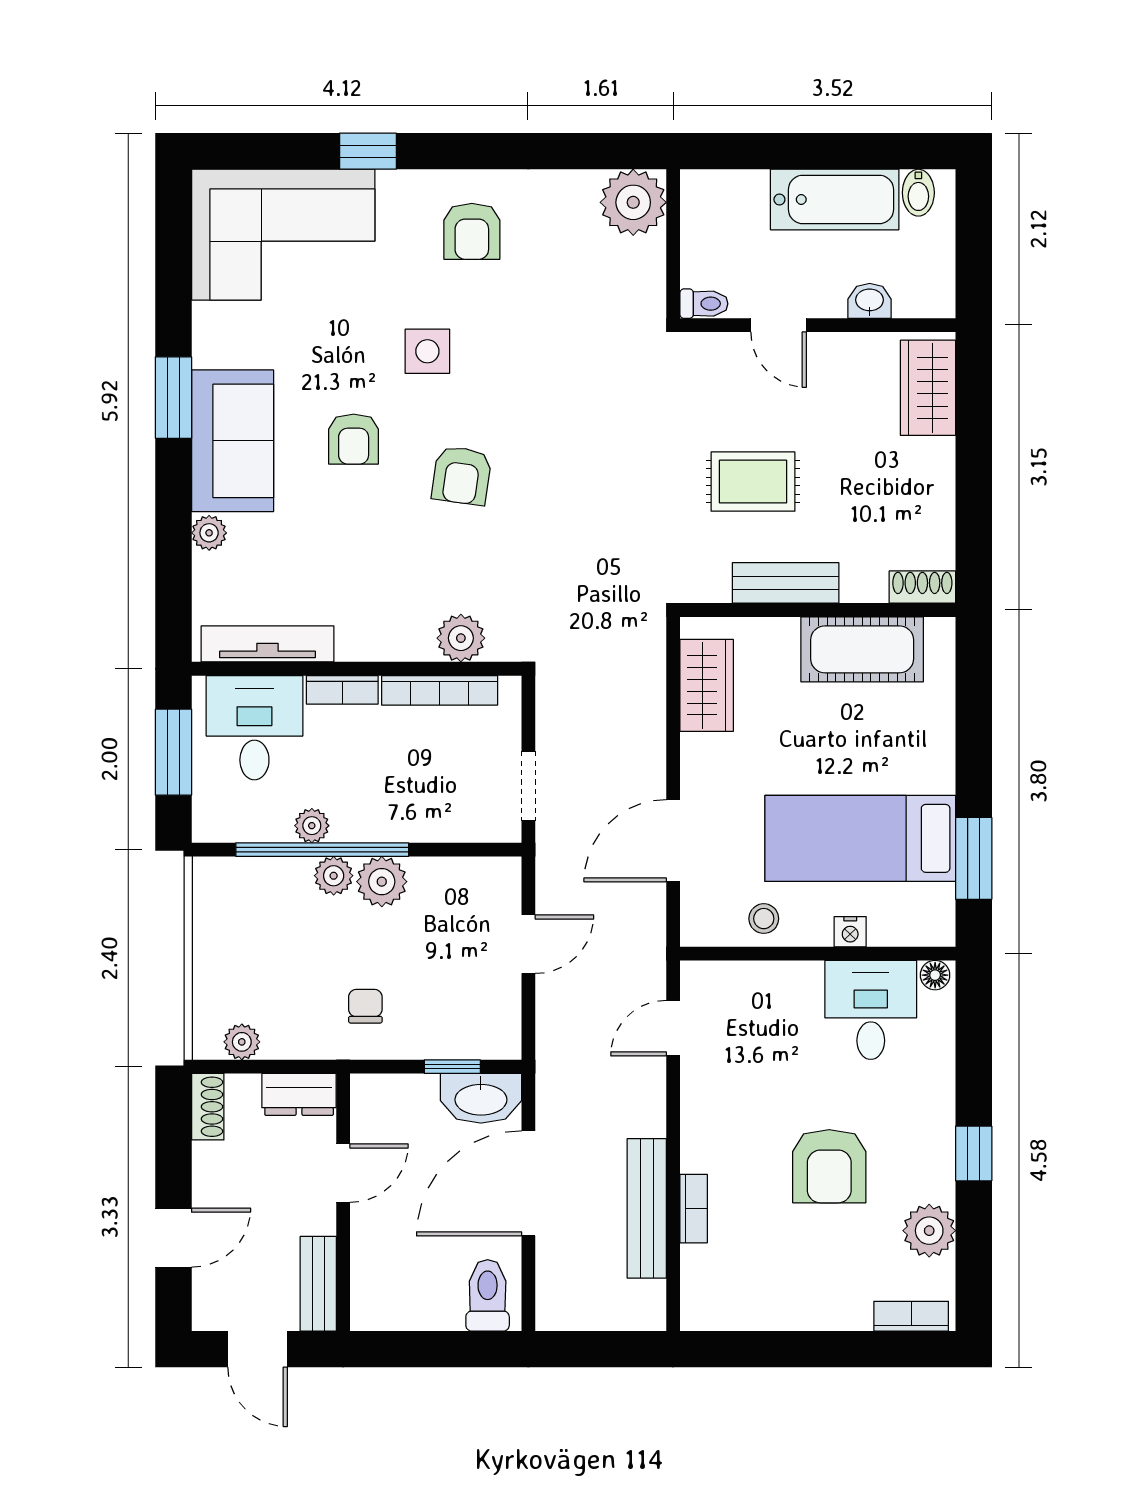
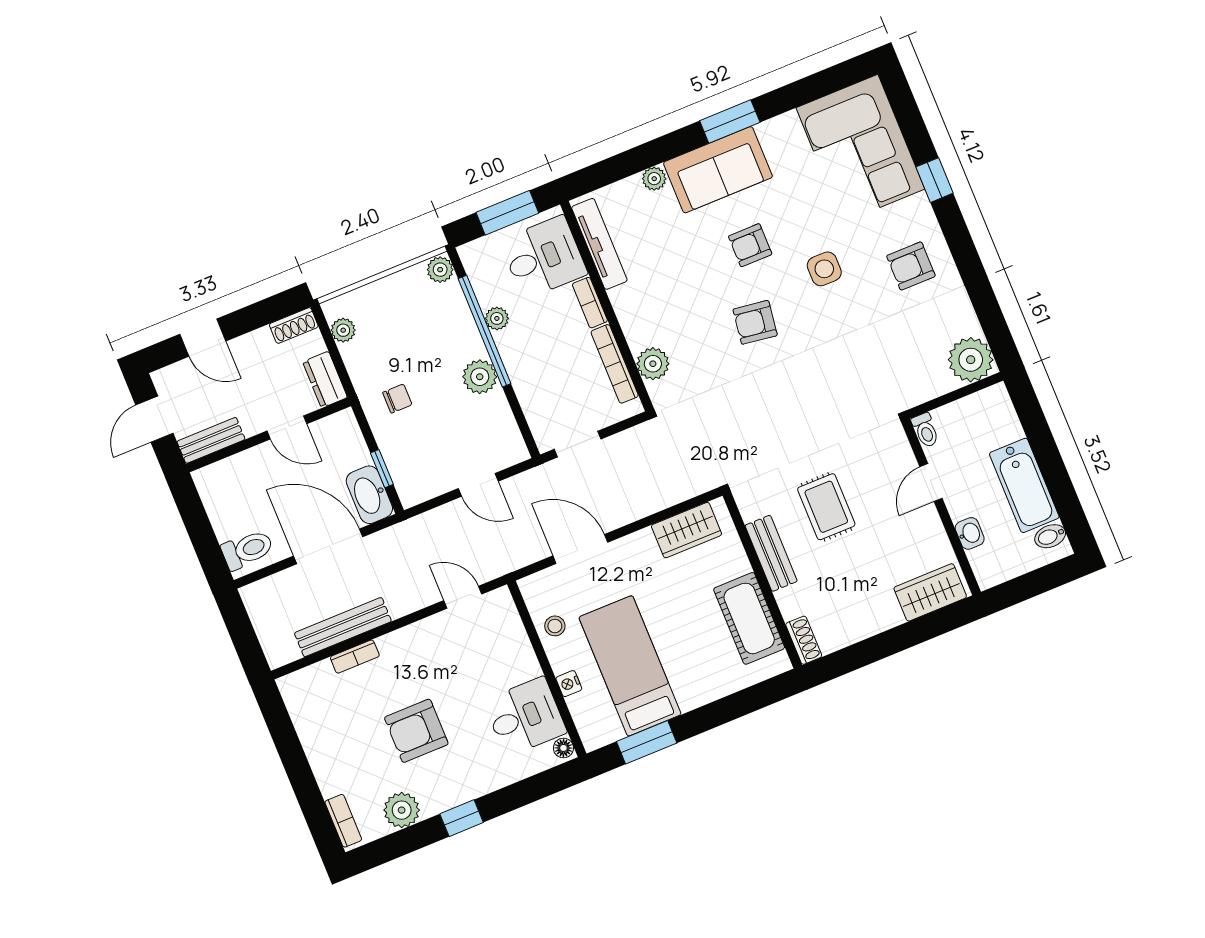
plant: (334, 876) -> (440, 270), moved

